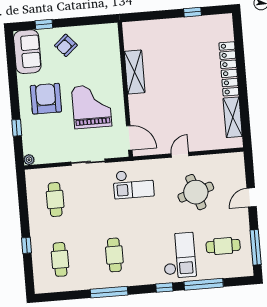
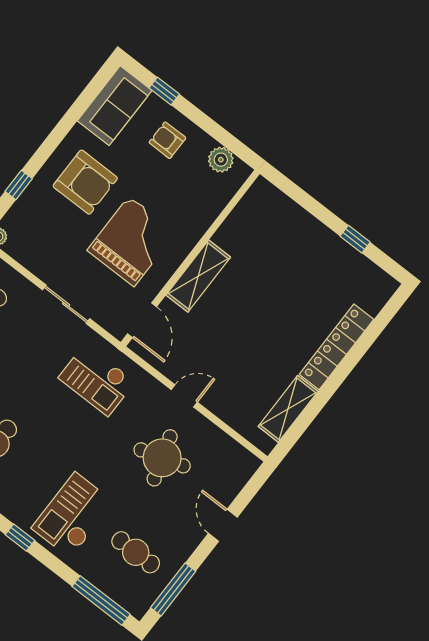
plant: (98, 32) -> (221, 160), added
armchair: (66, 45) -> (167, 140), turned 41
shelving: (135, 72) -> (198, 276), moved
armchair: (46, 99) -> (85, 182), turned 90
door: (252, 197) -> (223, 525), hinge flipped
checkout: (179, 255) -> (73, 515), turned 180
window: (204, 284) -> (101, 600), moved

